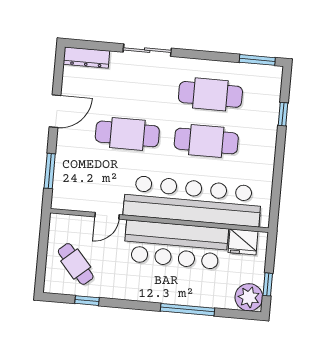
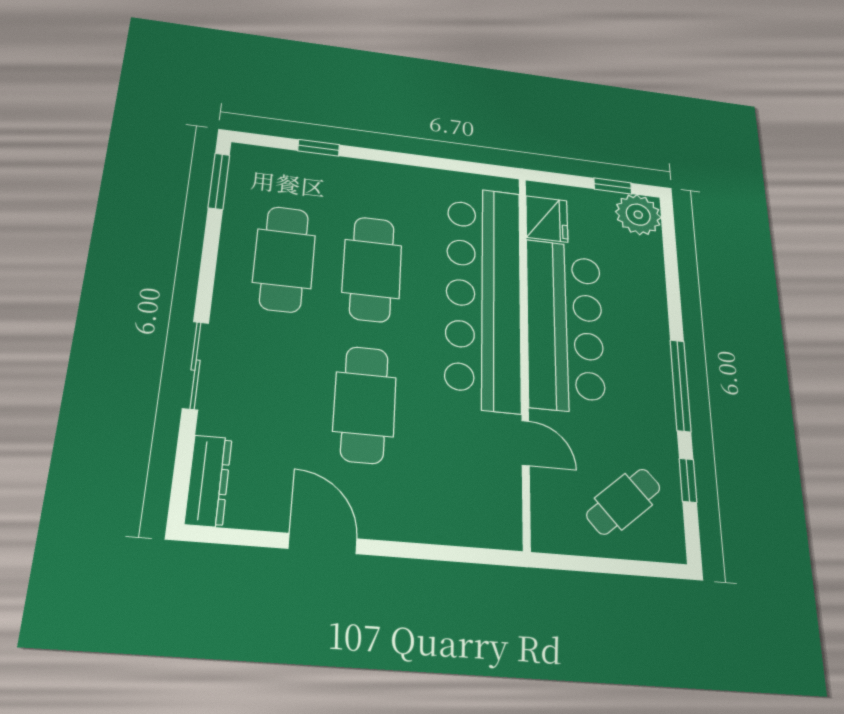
window: (50, 171) -> (447, 553), removed
window: (188, 310) -> (680, 385), moved

